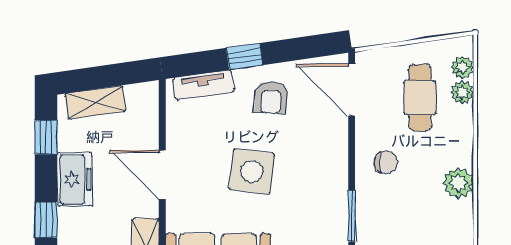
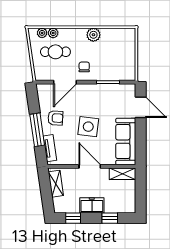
window: (244, 56) -> (37, 130), width x2.17
door: (352, 90) -> (65, 82), moved
shelving: (95, 102) -> (56, 184), moved
door: (162, 175) -> (90, 166), swing flipped

